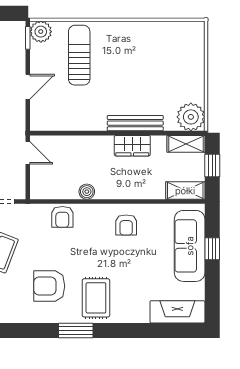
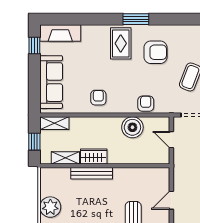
plant: (191, 117) -> (50, 207), moved
shelving: (186, 144) -> (65, 158), moved
door: (28, 153) -> (171, 140), moved
boiler: (87, 192) -> (132, 127), width x1.86, depth x1.86
window: (212, 249) -> (34, 45), moved

